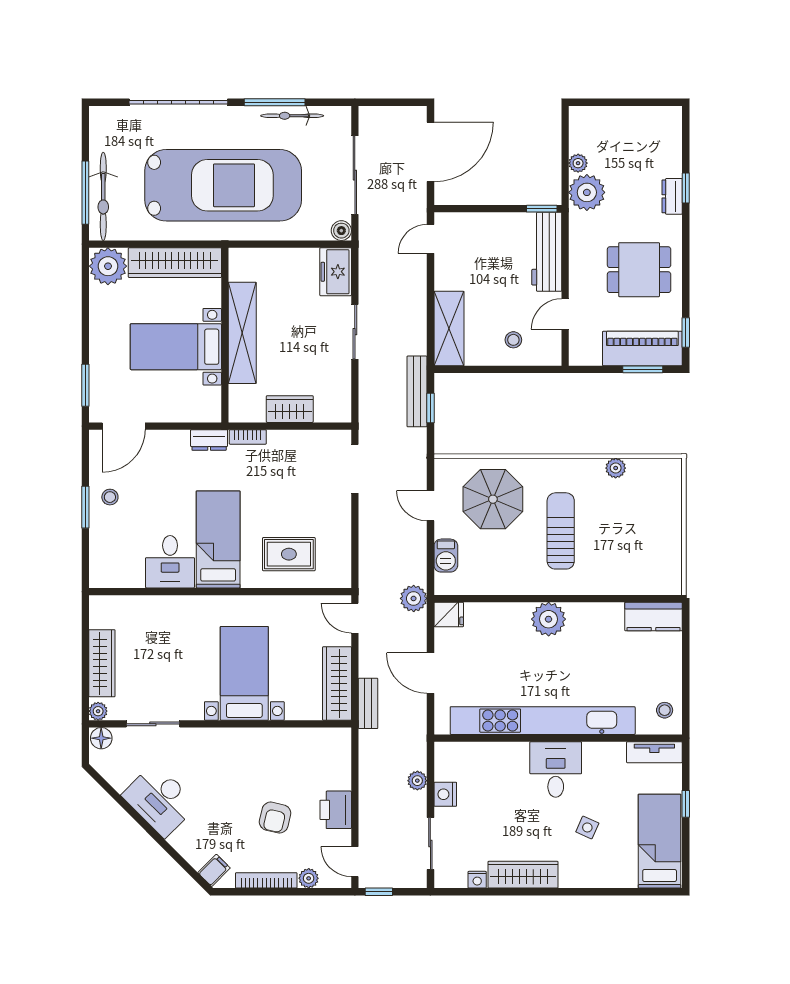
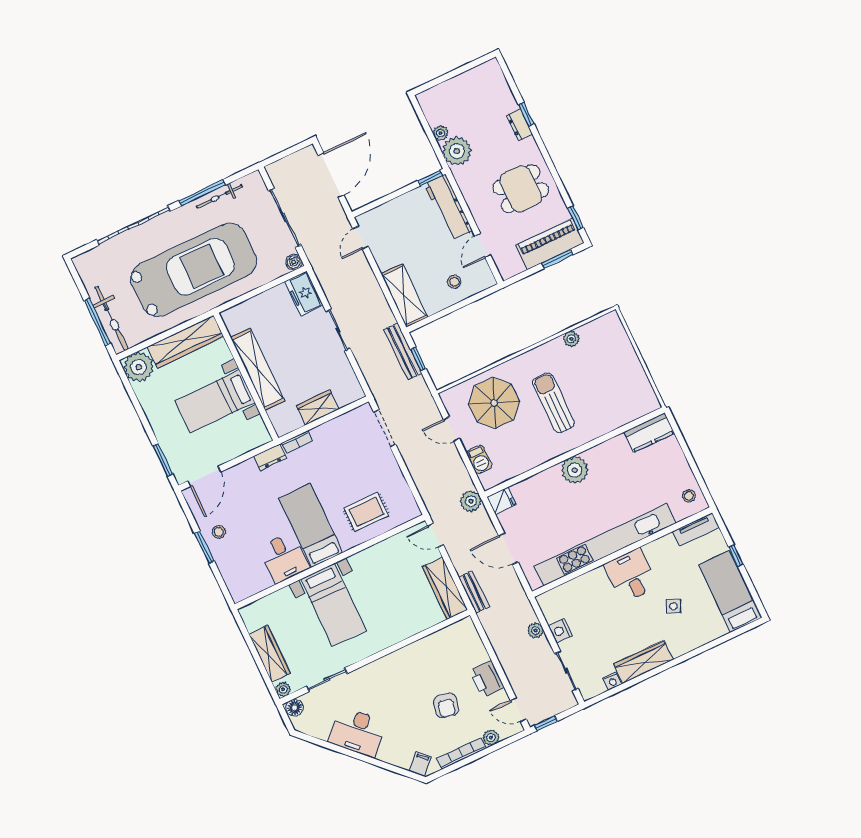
bed with nightstands: (244, 673) -> (333, 605), moved, turned 180

